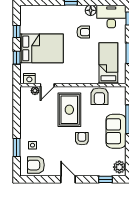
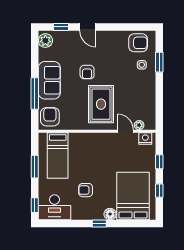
floor lamp: (91, 10) -> (110, 214), moved
bed: (41, 48) -> (133, 196), moved, turned 90
door: (47, 85) -> (125, 131), hinge flipped
armchair: (99, 96) -> (50, 117), moved
door: (68, 179) -> (88, 27), moved

